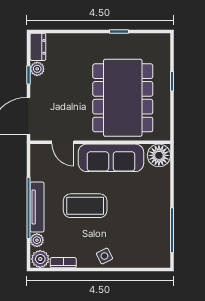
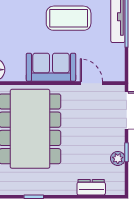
dresser: (38, 47) -> (91, 187), moved, turned 90
sofa: (111, 158) -> (51, 67), width x0.73

